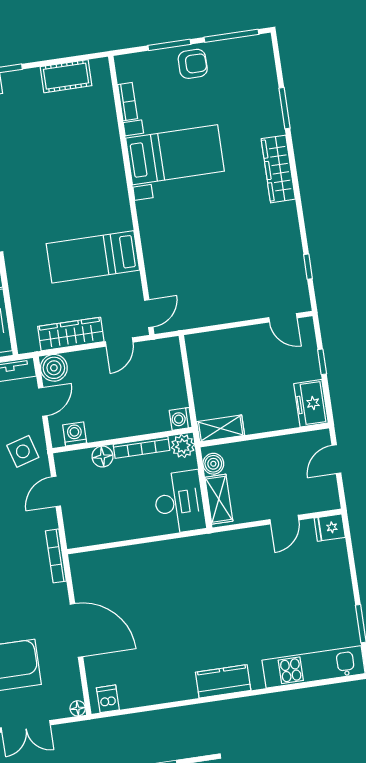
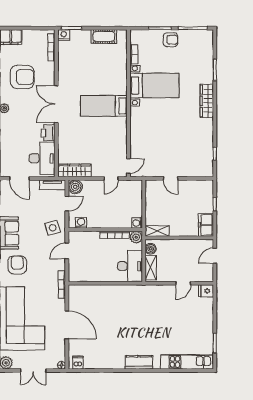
bed: (93, 257) -> (104, 106), moved
door: (283, 318) -> (170, 178), moved
wardrobe: (71, 334) -> (74, 171), moved
floor lamp: (102, 457) -> (94, 237), removed

